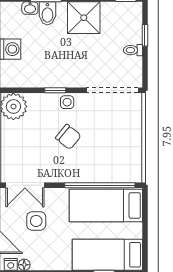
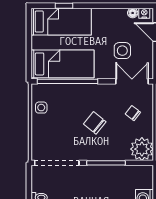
window: (55, 90) -> (106, 163), width x2.17
side table: (67, 102) -> (41, 108), moved
chair: (24, 148) -> (133, 113), added

